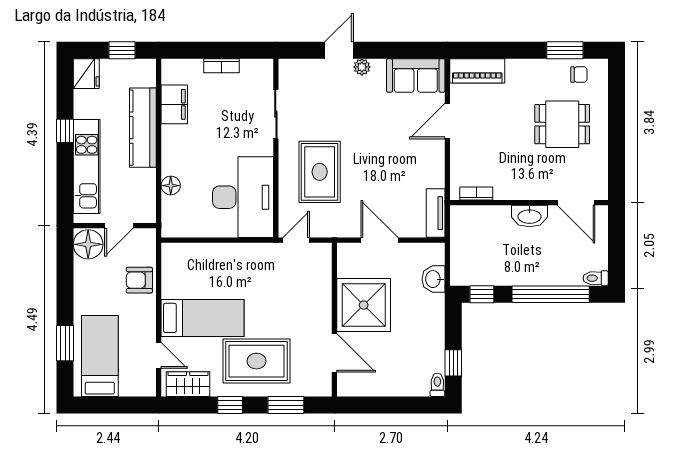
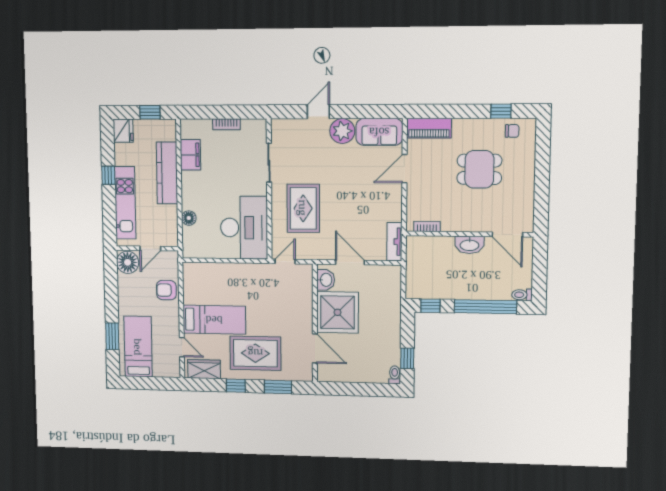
window: (565, 50) -> (501, 111), width x0.67
plant: (362, 67) -> (342, 131), width x1.88, depth x1.88
dining table: (562, 124) -> (479, 169), moved
washbasin: (434, 279) -> (326, 280), moved, turned 180

